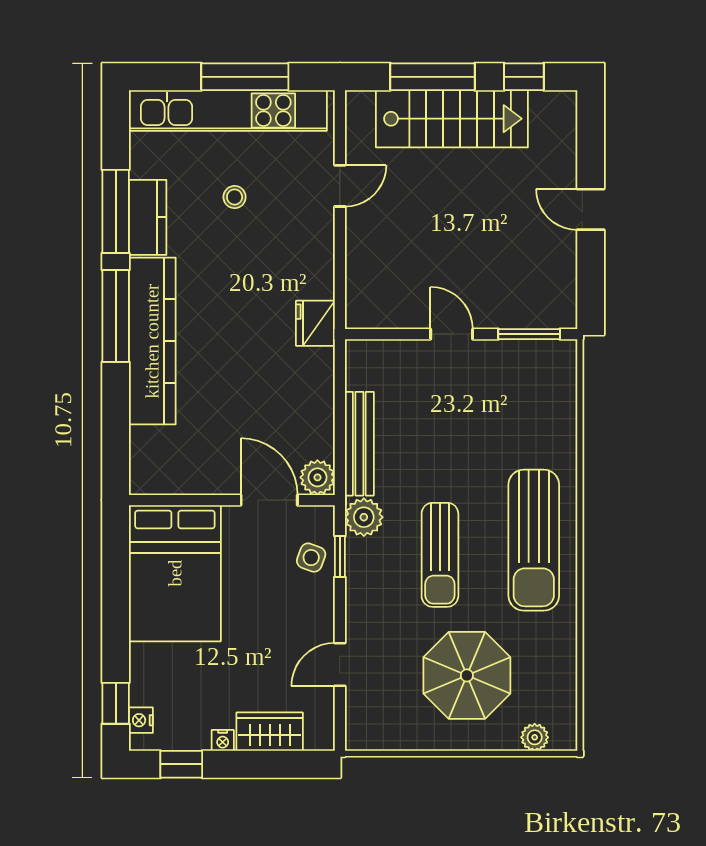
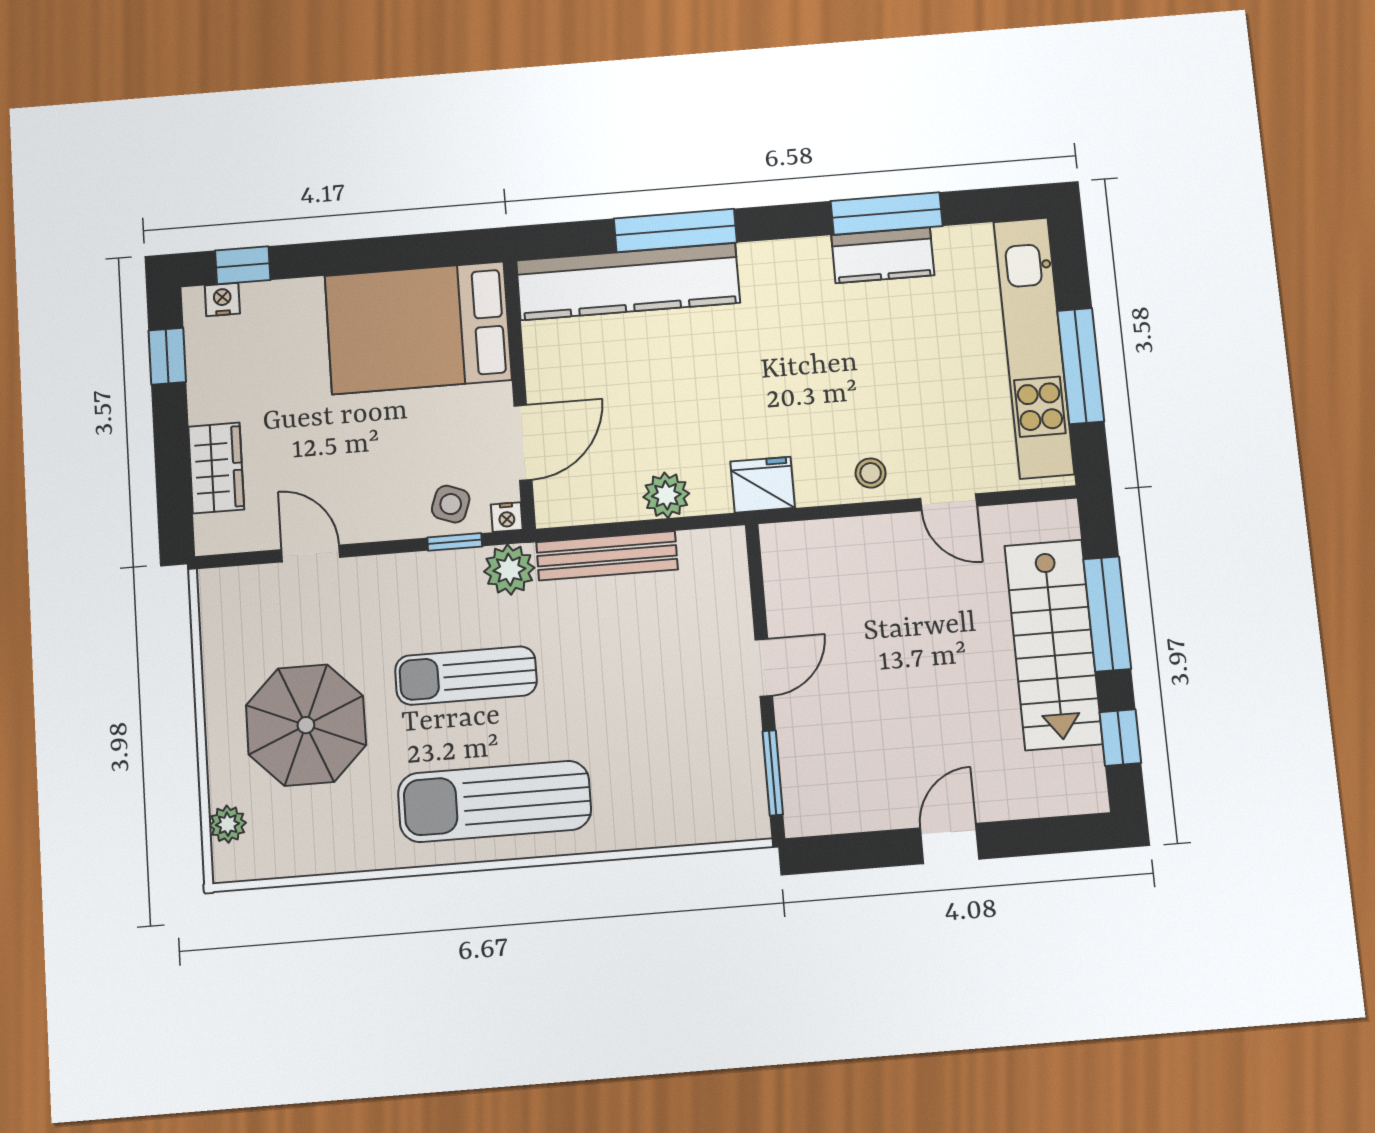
stool: (235, 197) -> (871, 473), moved
window: (116, 316) -> (675, 230), moved
kitchen counter: (152, 341) -> (628, 282), moved
plant: (317, 477) -> (666, 495), moved
nightstand: (223, 740) -> (507, 517), moved, turned -90

